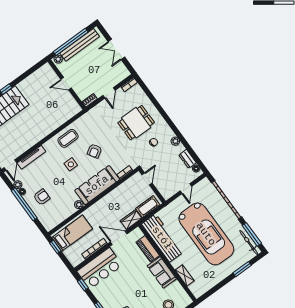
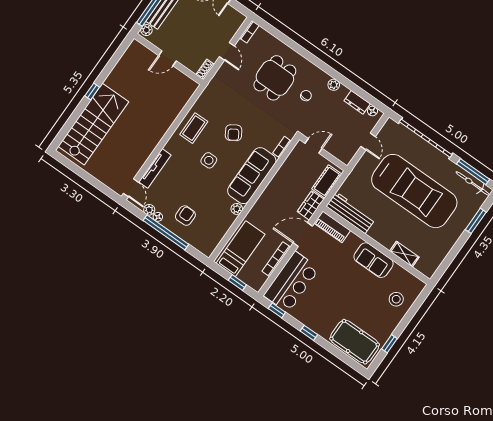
door: (147, 179) -> (314, 146), hinge flipped
workbench: (162, 238) -> (351, 213), width x0.73, depth x0.76
window: (55, 247) -> (237, 283), moved
piano: (148, 249) -> (332, 227), moved

